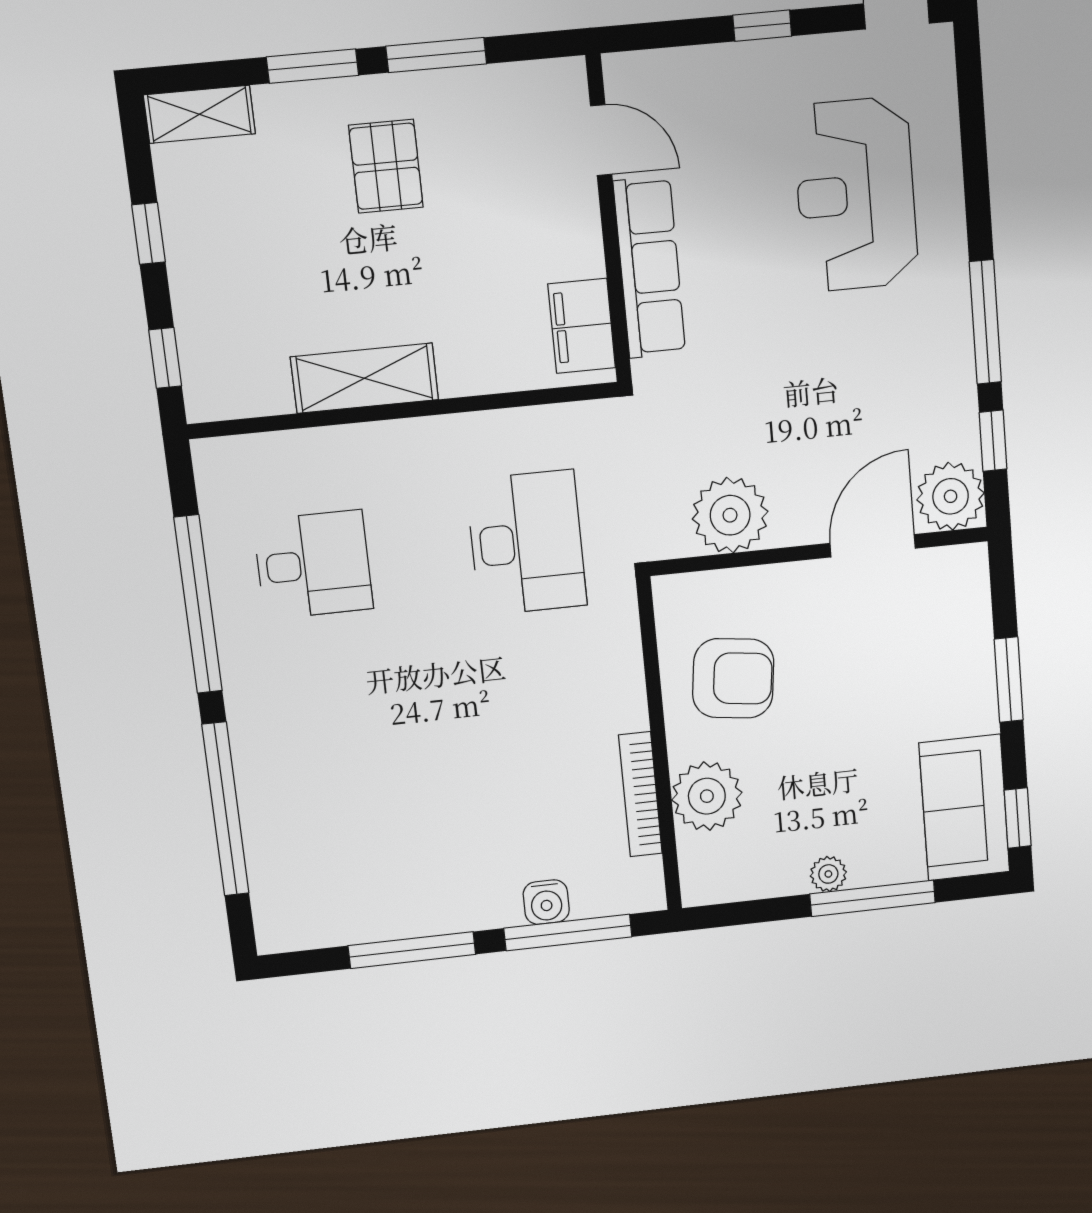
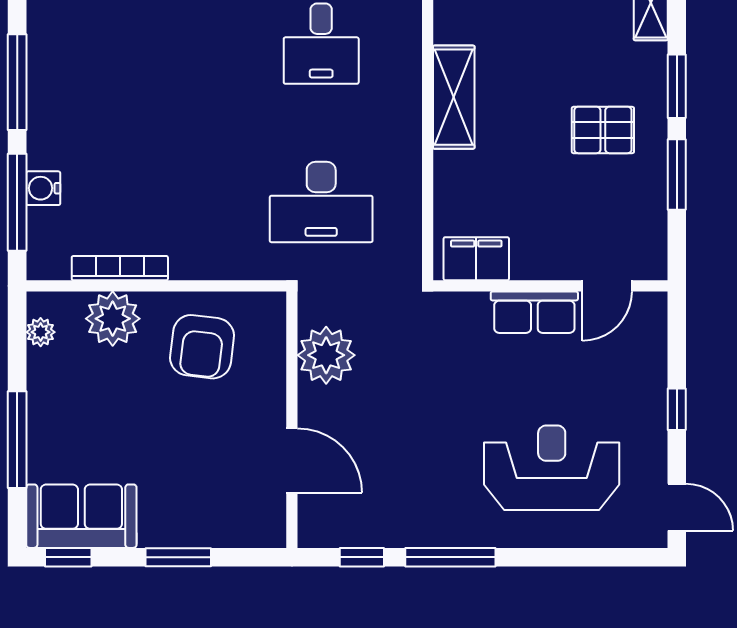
row of seats: (649, 268) -> (534, 312), width x0.68
plant: (951, 496) -> (323, 522), removed
plant: (828, 874) -> (41, 332), moved

